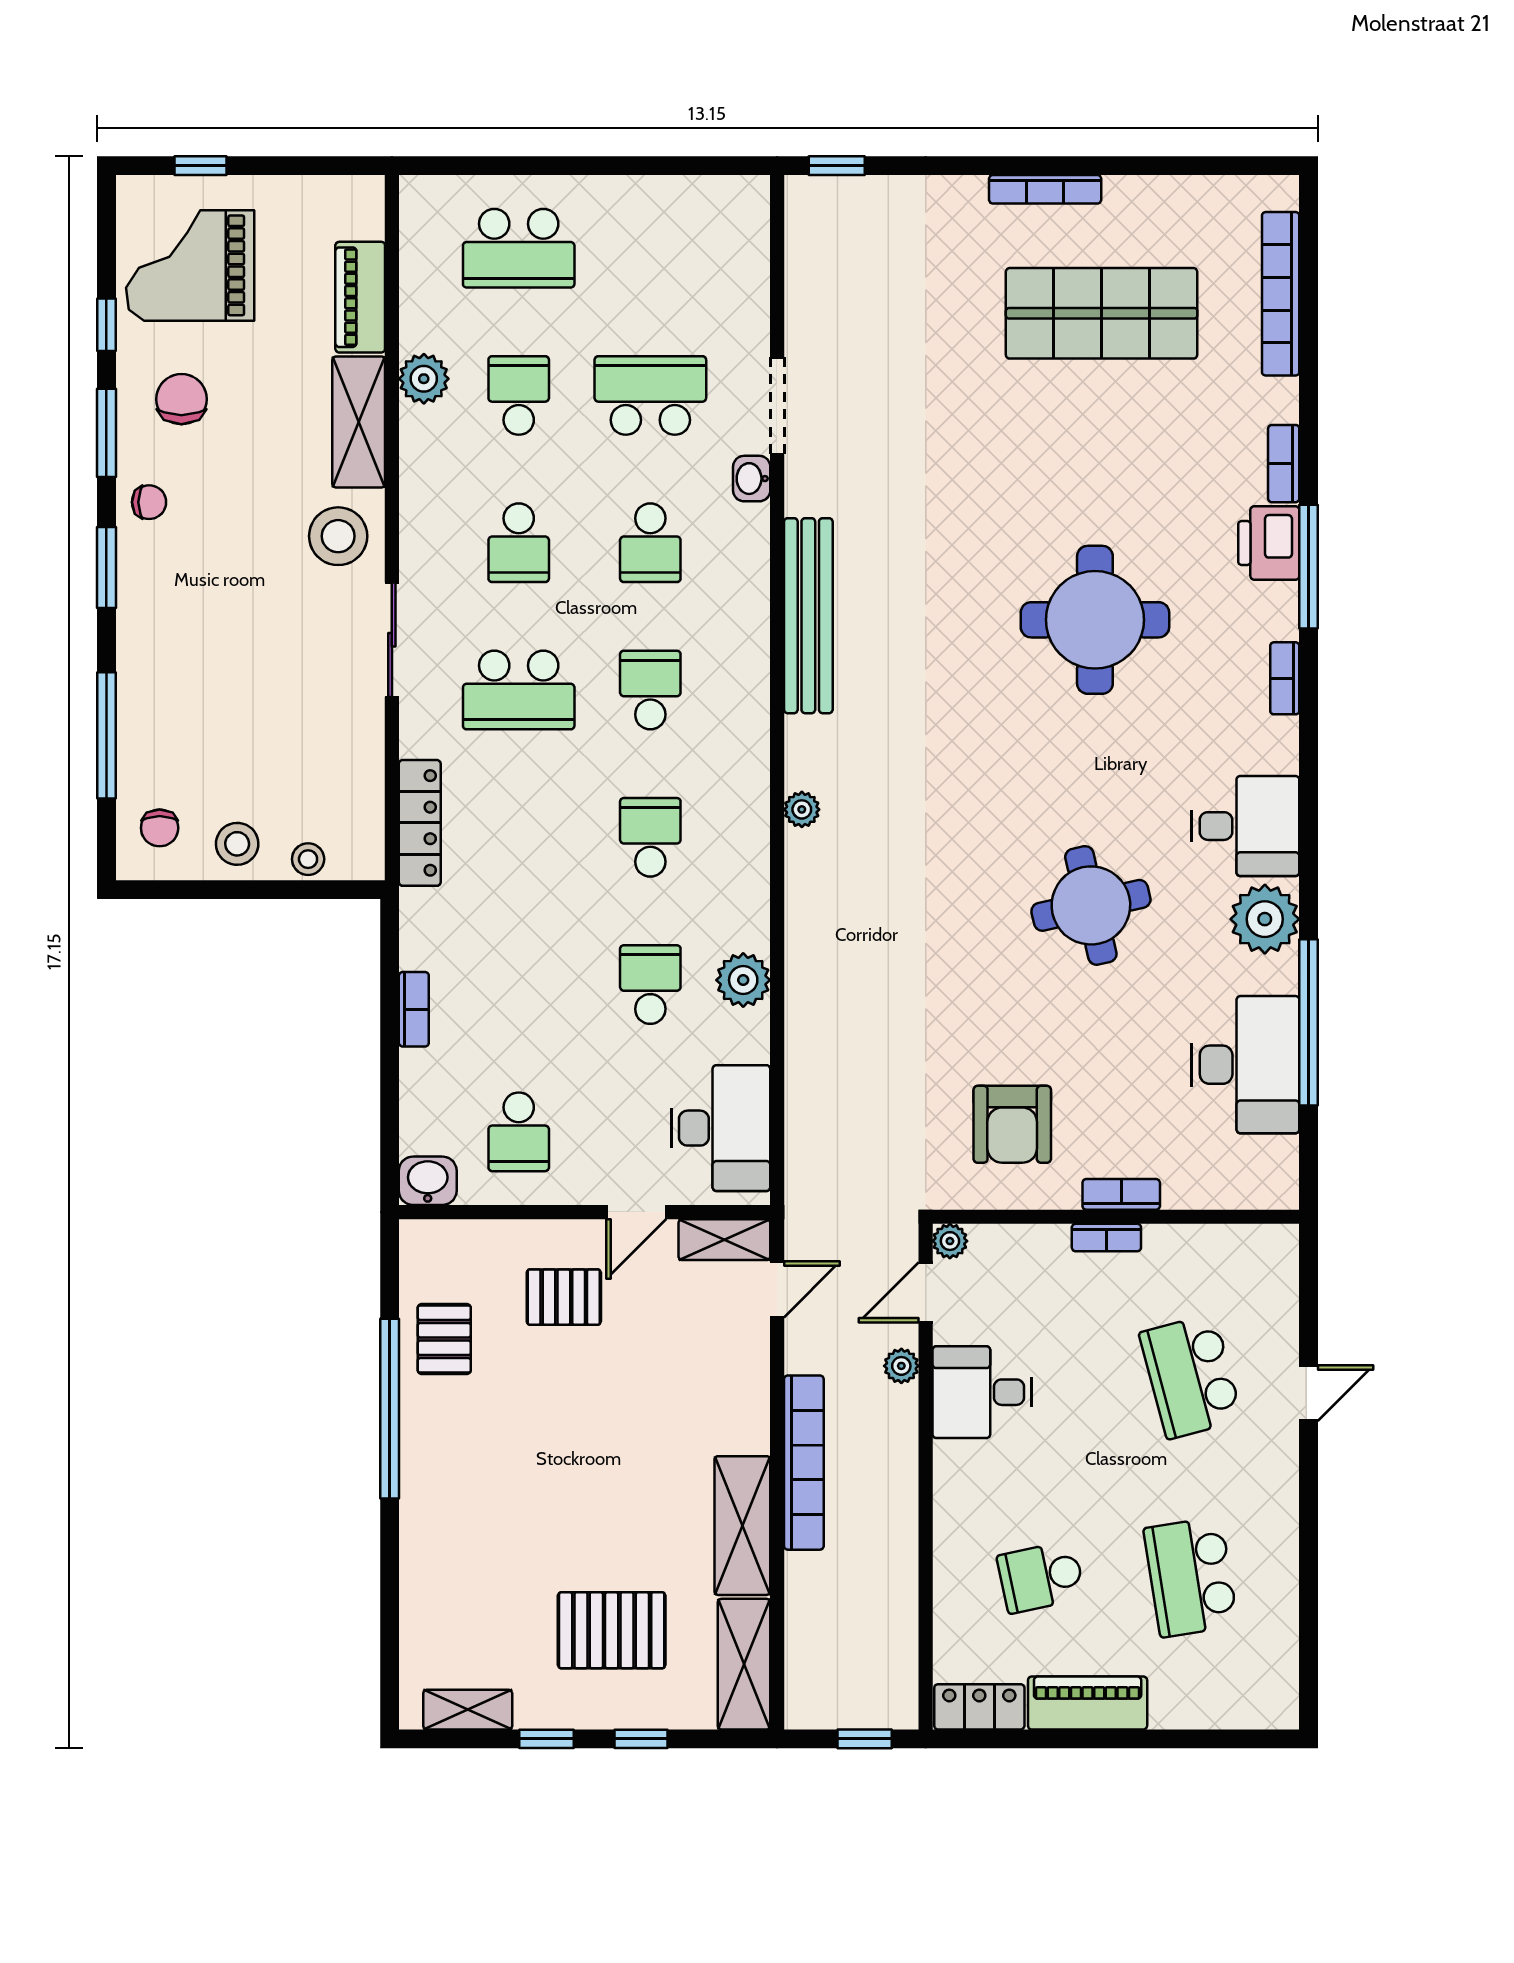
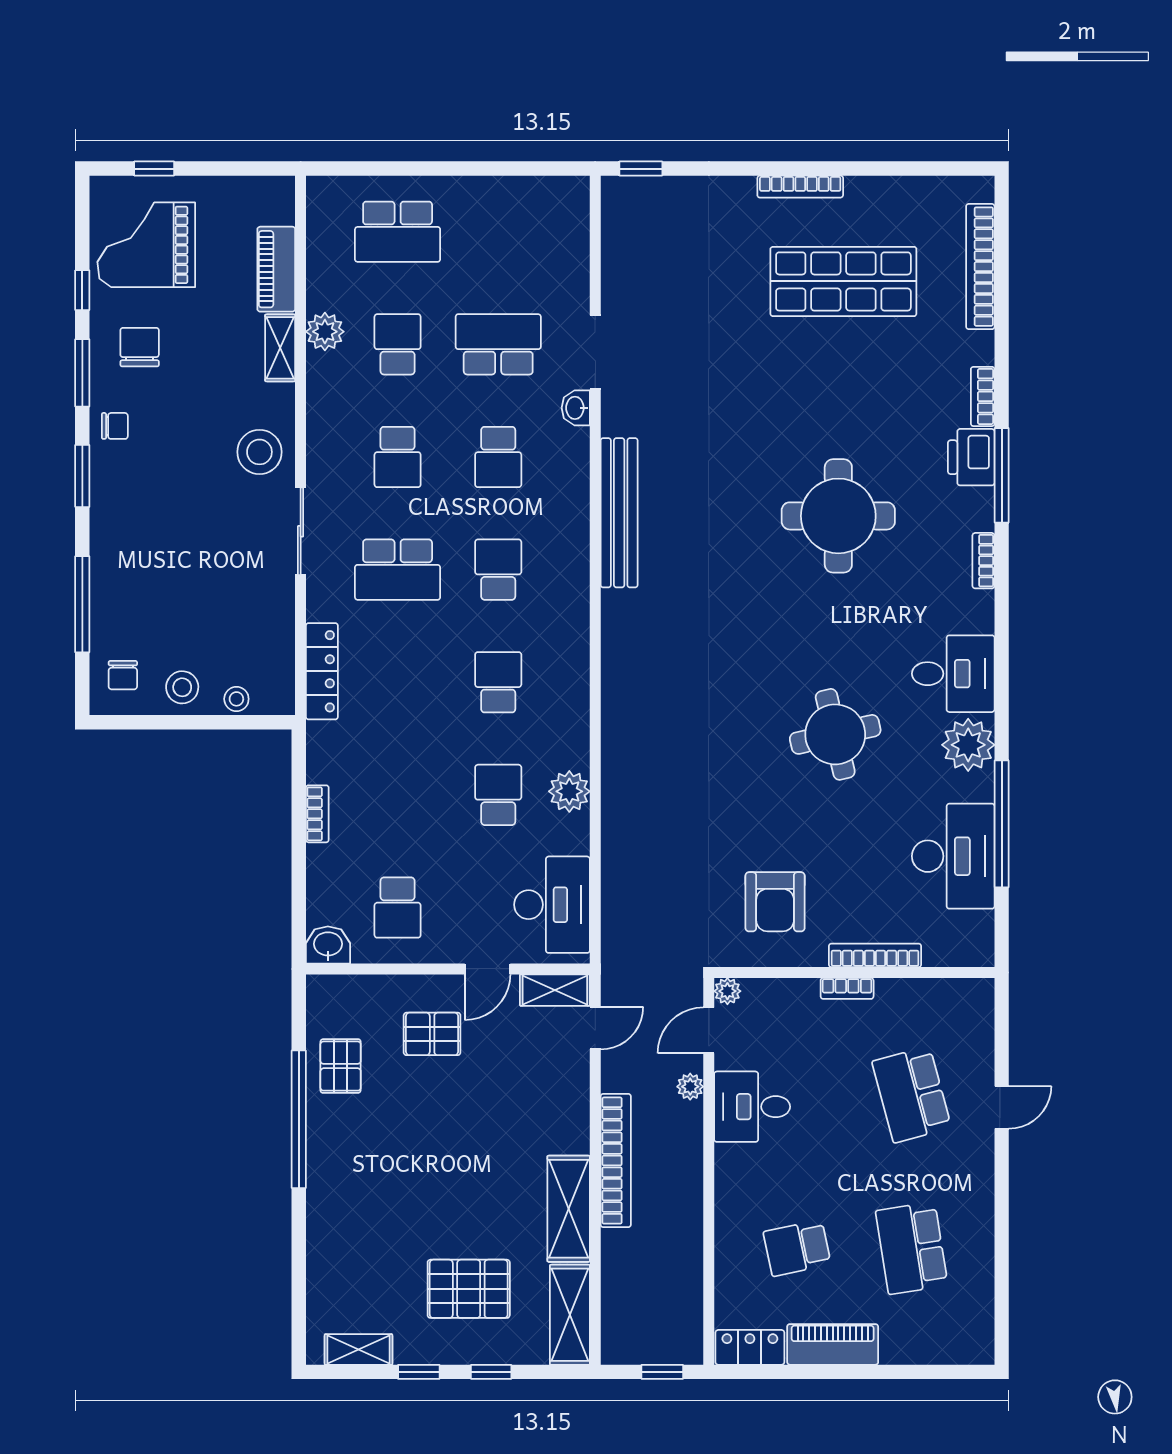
shelving: (359, 422) -> (280, 348), width x0.67, depth x0.75
plant: (802, 809) -> (614, 661), removed
bookcase: (1121, 1194) -> (875, 955), width x1.56

